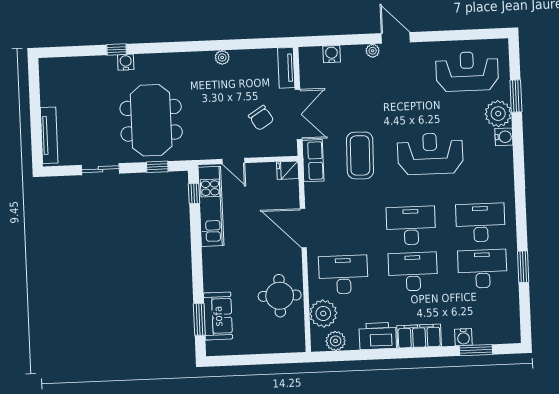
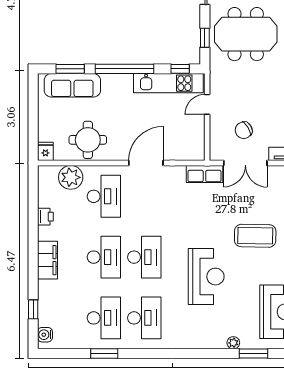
plant: (498, 114) -> (233, 343), width x0.53, depth x0.53
water cooler: (504, 137) -> (218, 341), removed
coffee table: (360, 155) -> (255, 236), moved
fridge: (288, 170) -> (45, 151), moved
window: (197, 257) -> (124, 69), added
sofa: (218, 316) -> (72, 85), width x1.36
printer: (378, 336) -> (45, 217), width x0.53, depth x0.68
water cooler: (463, 337) -> (45, 335), moved
plant: (336, 341) -> (46, 187), removed
window: (476, 350) -> (33, 309), width x0.67

